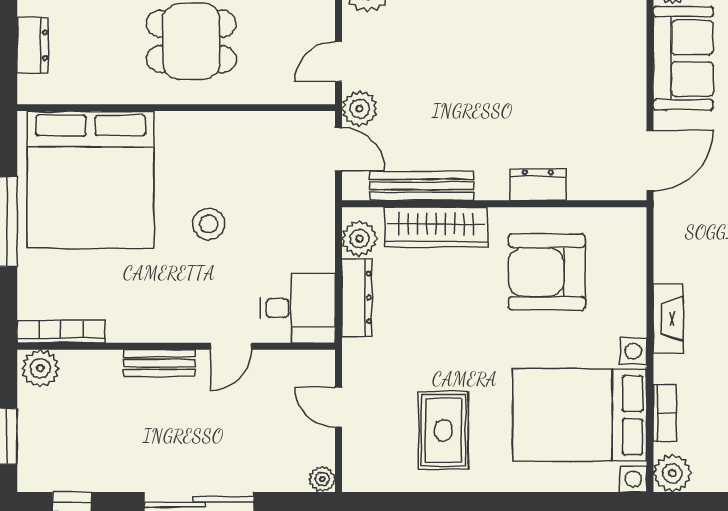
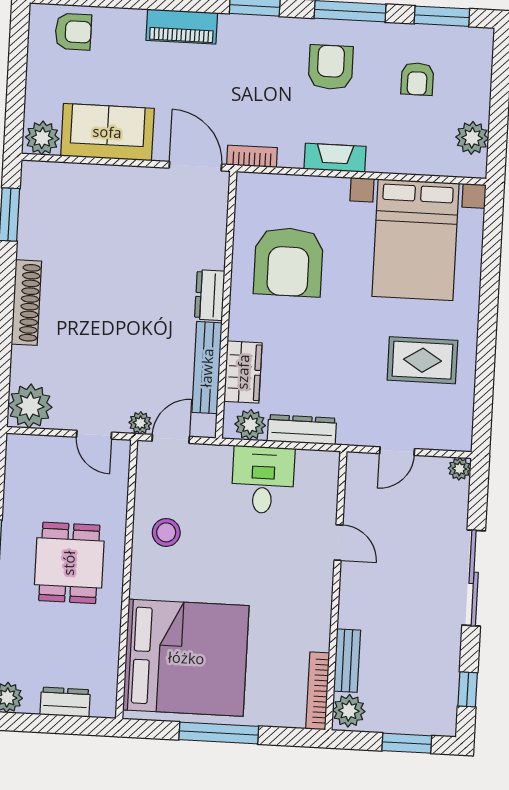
plant: (360, 109) -> (140, 423), width x0.73, depth x0.73
dresser: (538, 185) -> (210, 295), moved
stool: (209, 224) -> (166, 532), moved
wardrobe: (436, 227) -> (243, 372), width x0.67
desk: (298, 308) -> (263, 480), moved
bench: (159, 363) -> (347, 661), moved
bookcase: (665, 413) -> (252, 156), moved
plant: (672, 473) -> (472, 138), moved

